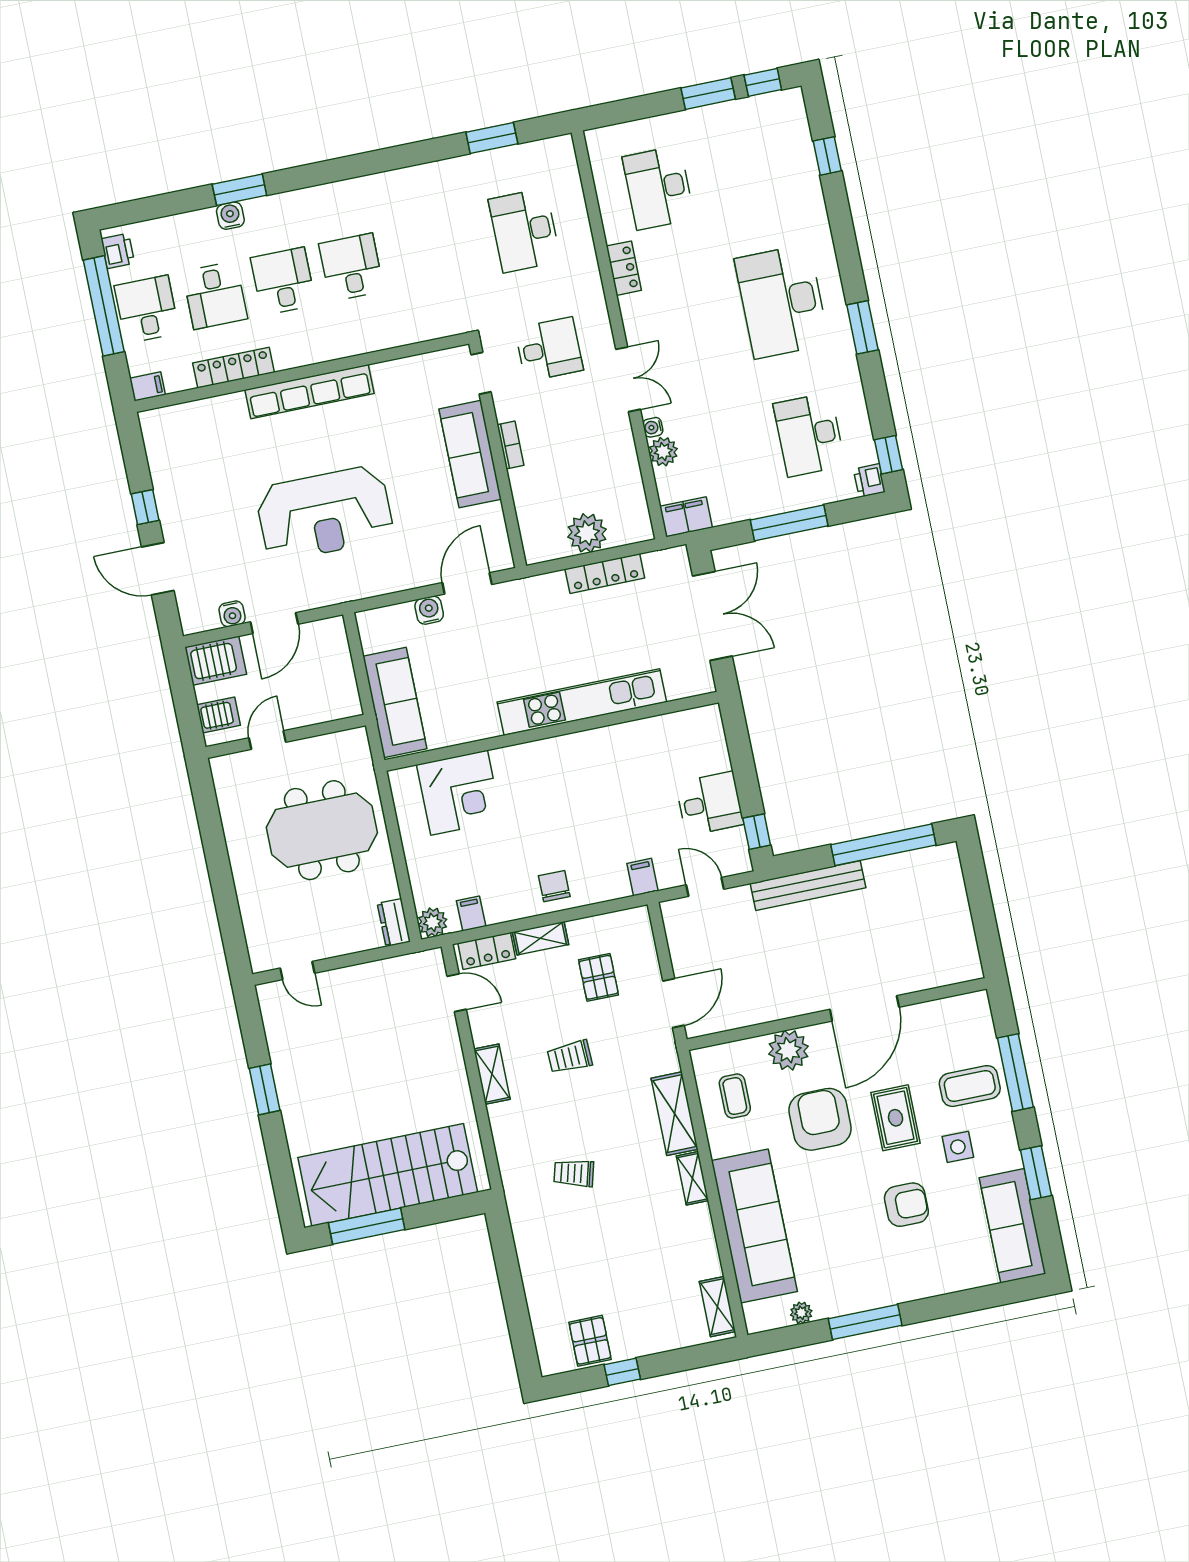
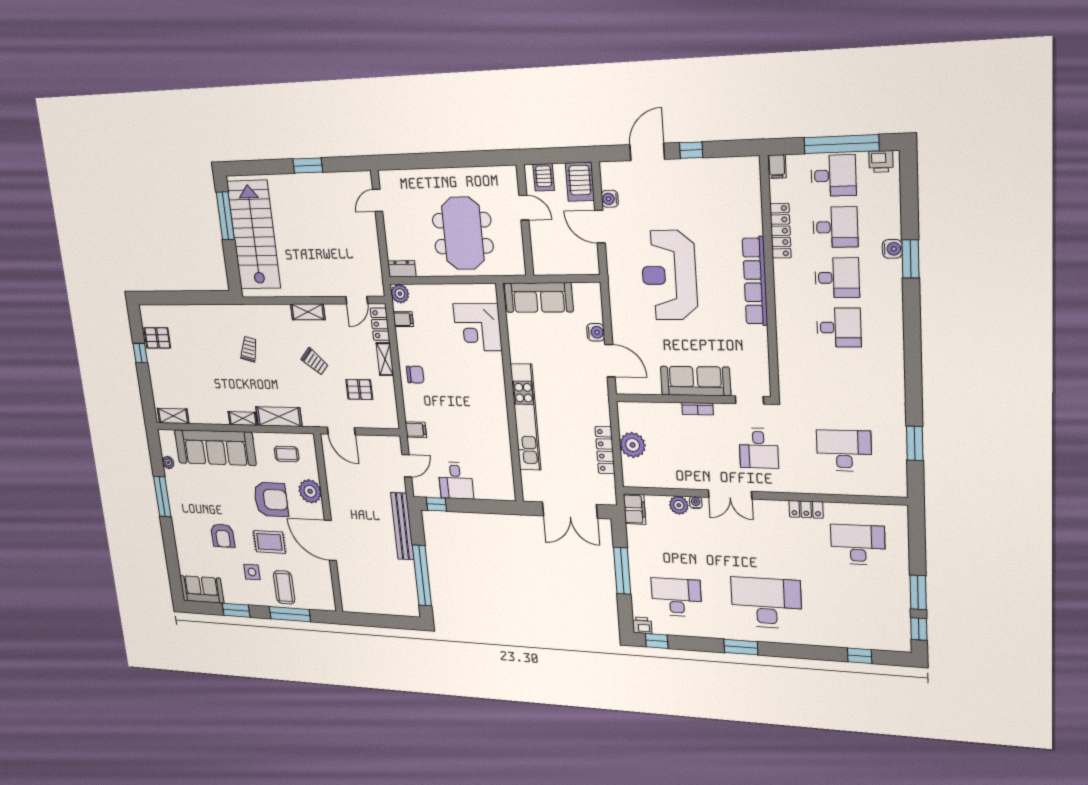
desk: (215, 295) -> (835, 227), turned 180
trolley: (570, 1057) -> (315, 362), turned 133
sofa: (1012, 1226) -> (202, 589), width x0.73

